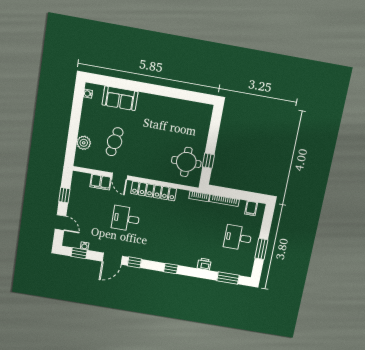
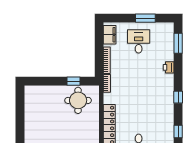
filing cabinet: (251, 208) -> (110, 35), width x2.00
desk: (238, 238) -> (139, 41), turned 180

